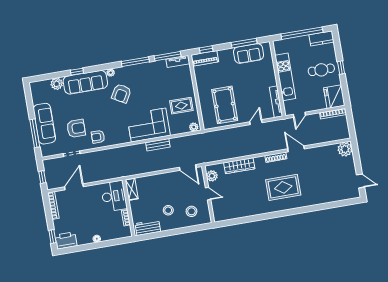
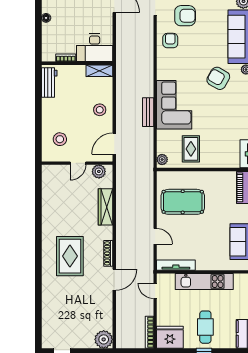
armchair: (76, 128) -> (185, 16), turned -90
stool: (168, 210) -> (100, 110), moved

